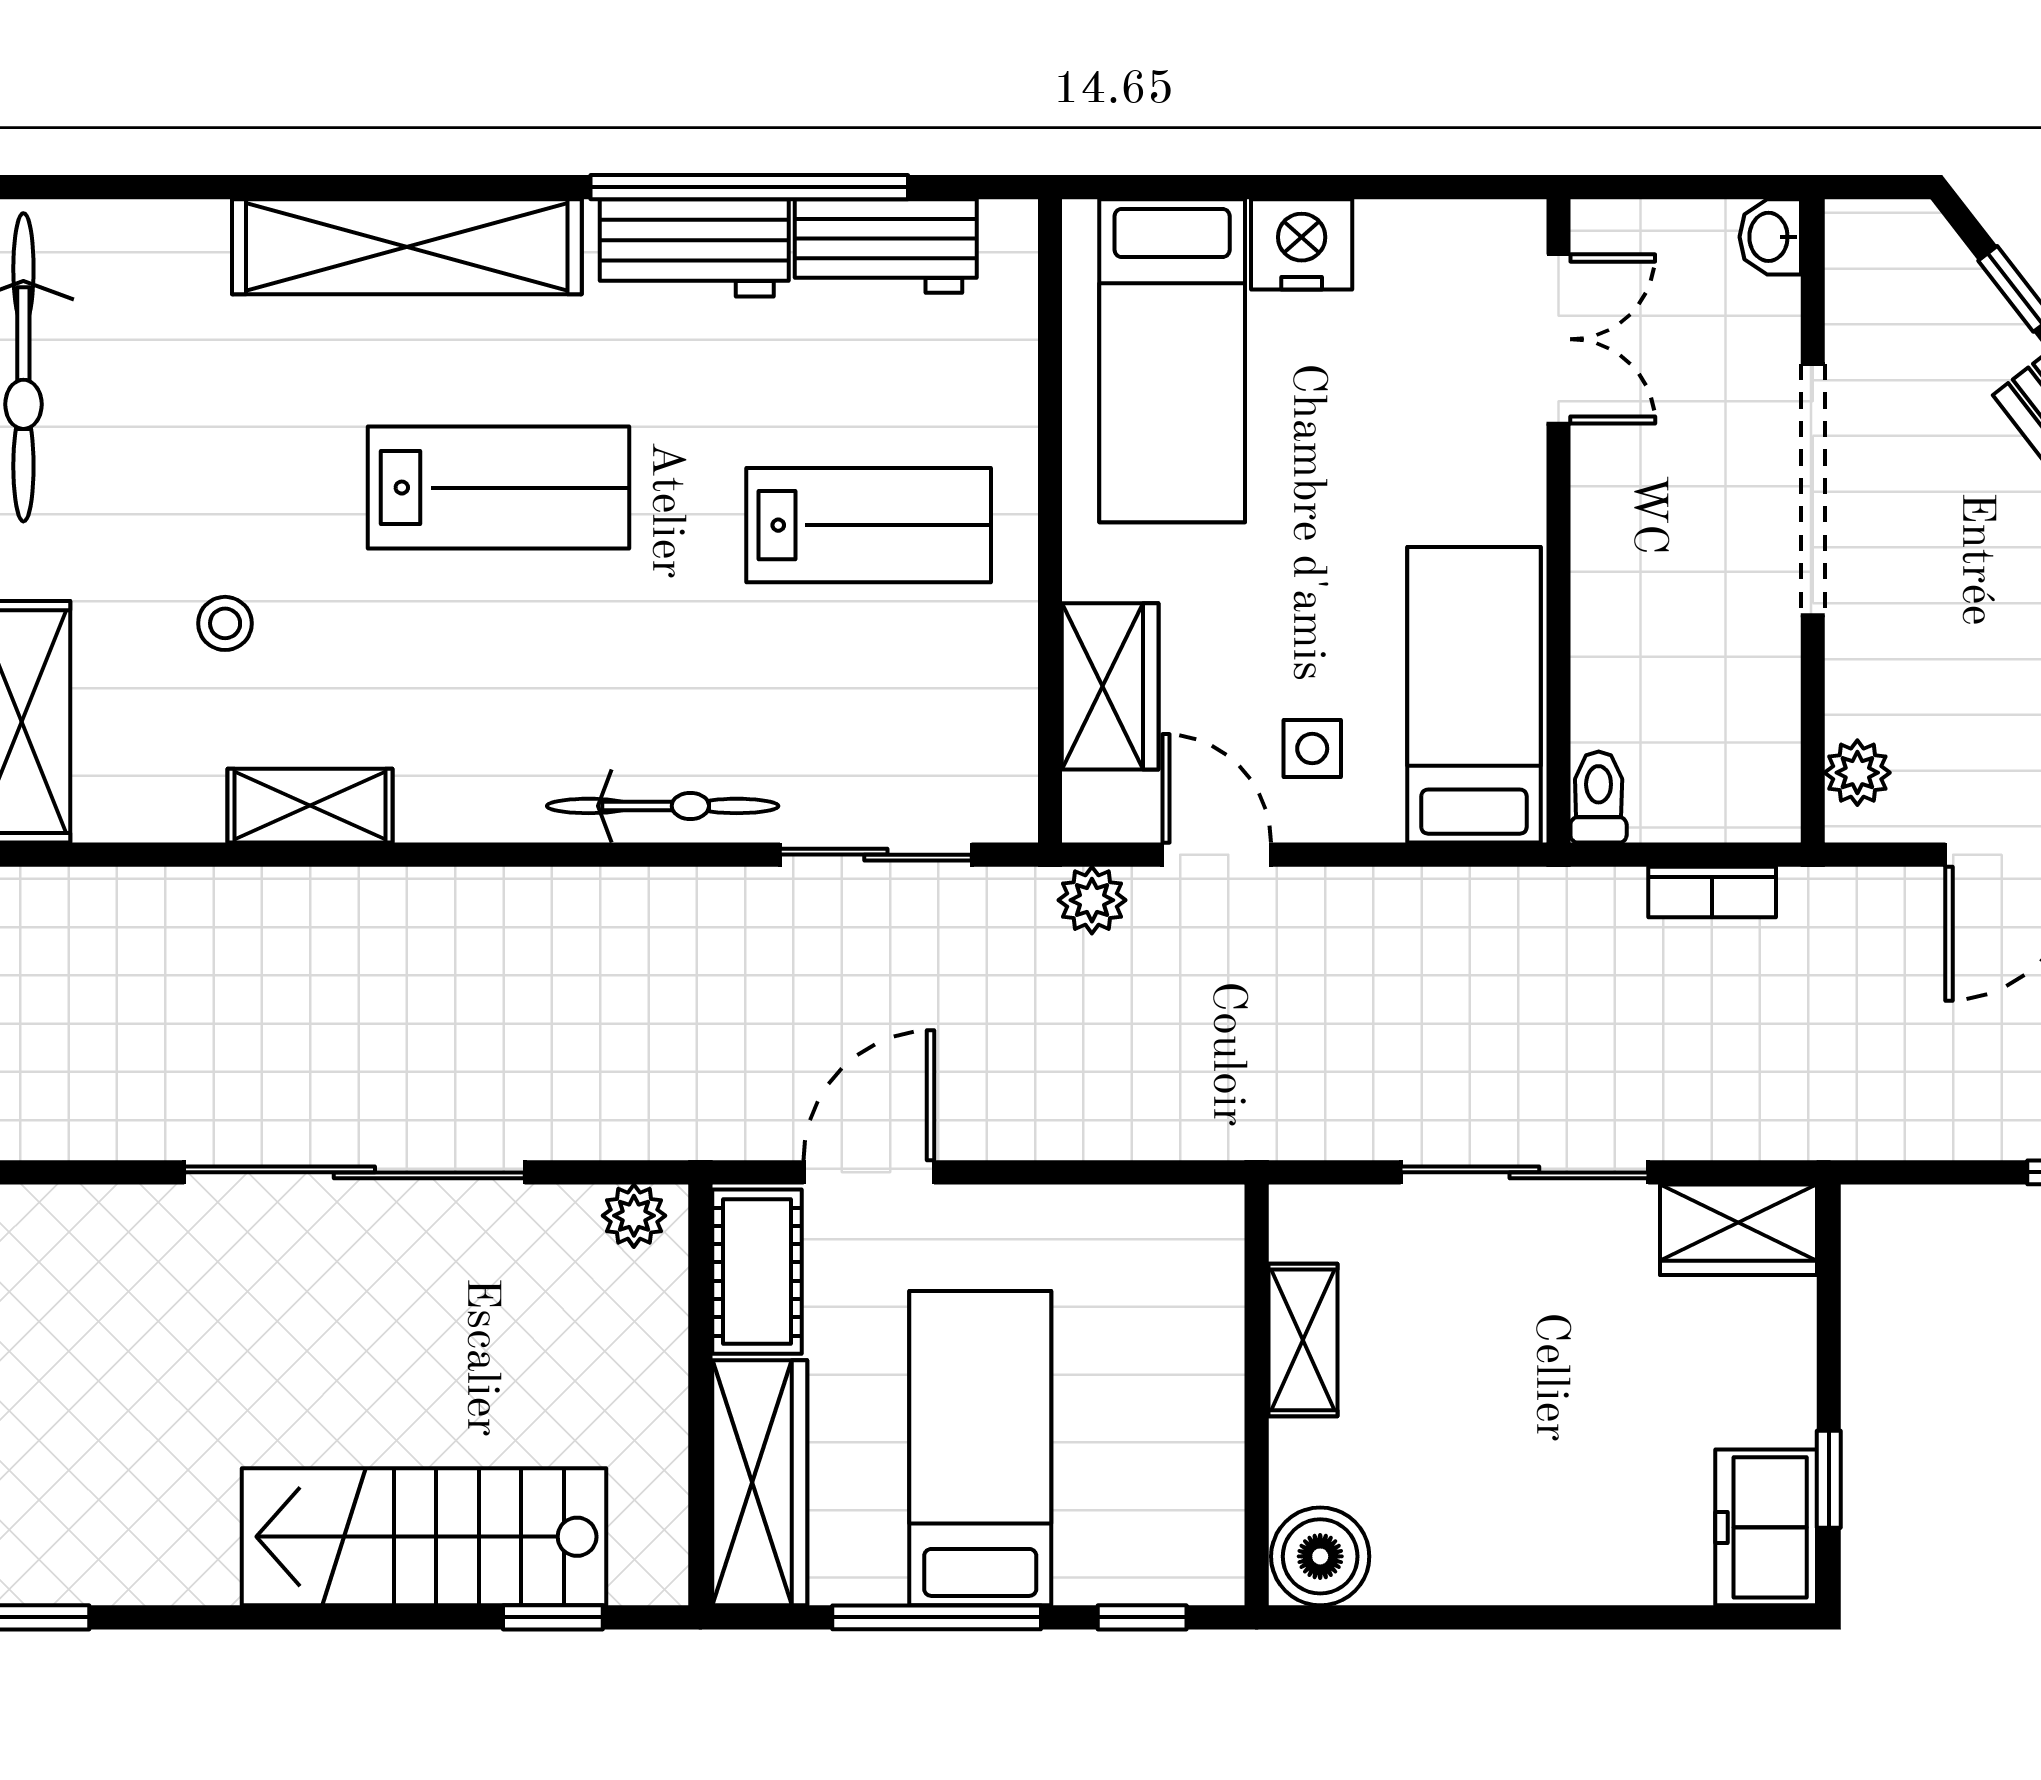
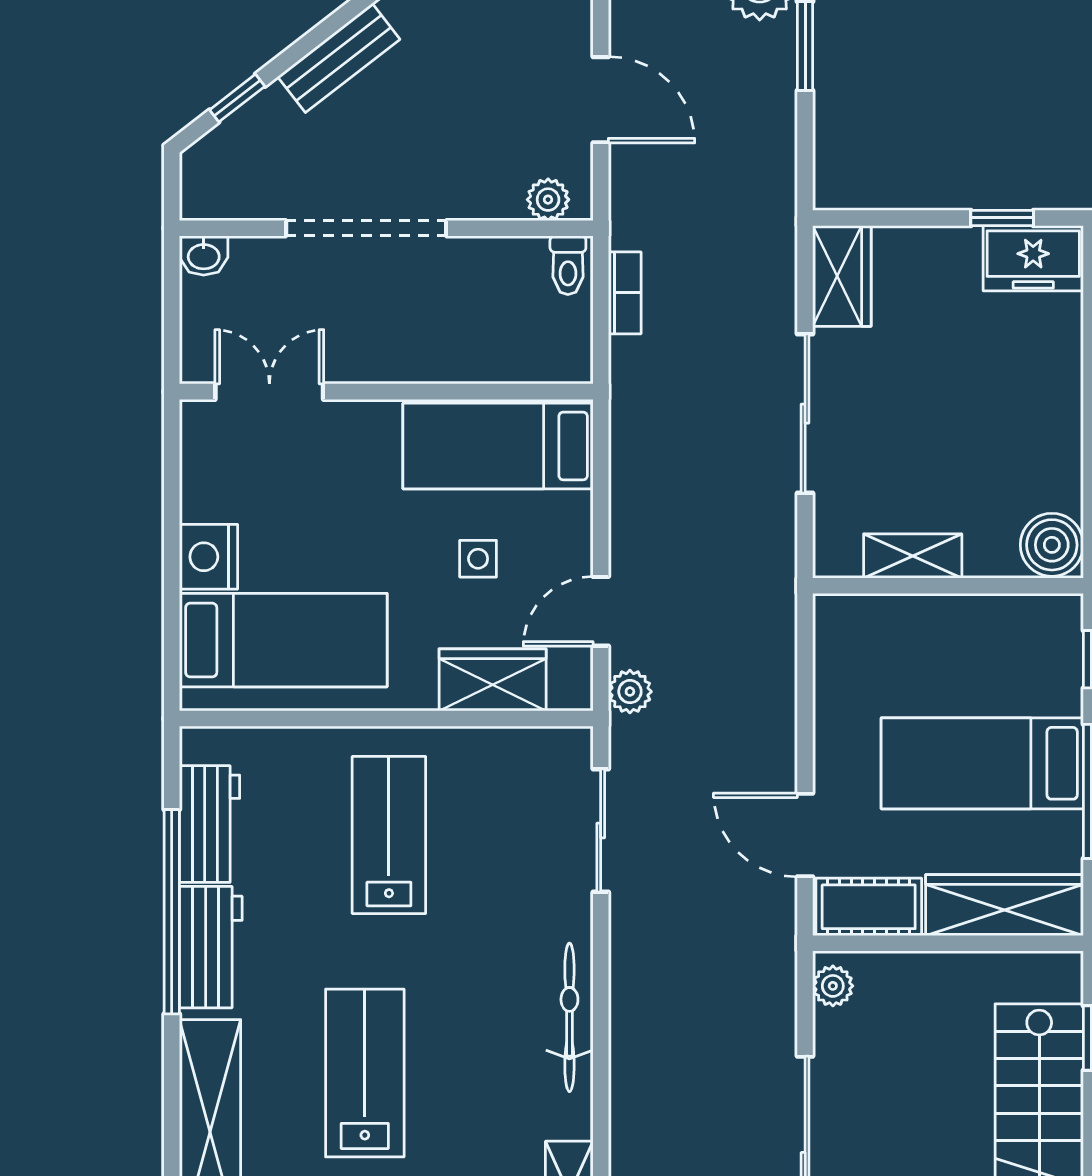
side table: (1312, 749) -> (478, 559), moved
toilet: (1599, 797) -> (568, 265), moved, turned -90
bicycle: (663, 806) -> (569, 1017), moved

